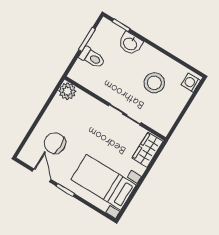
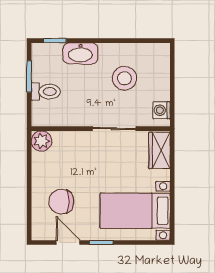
washbasin: (130, 43) -> (80, 53), width x1.38
washing machine: (191, 83) -> (161, 110), moved

